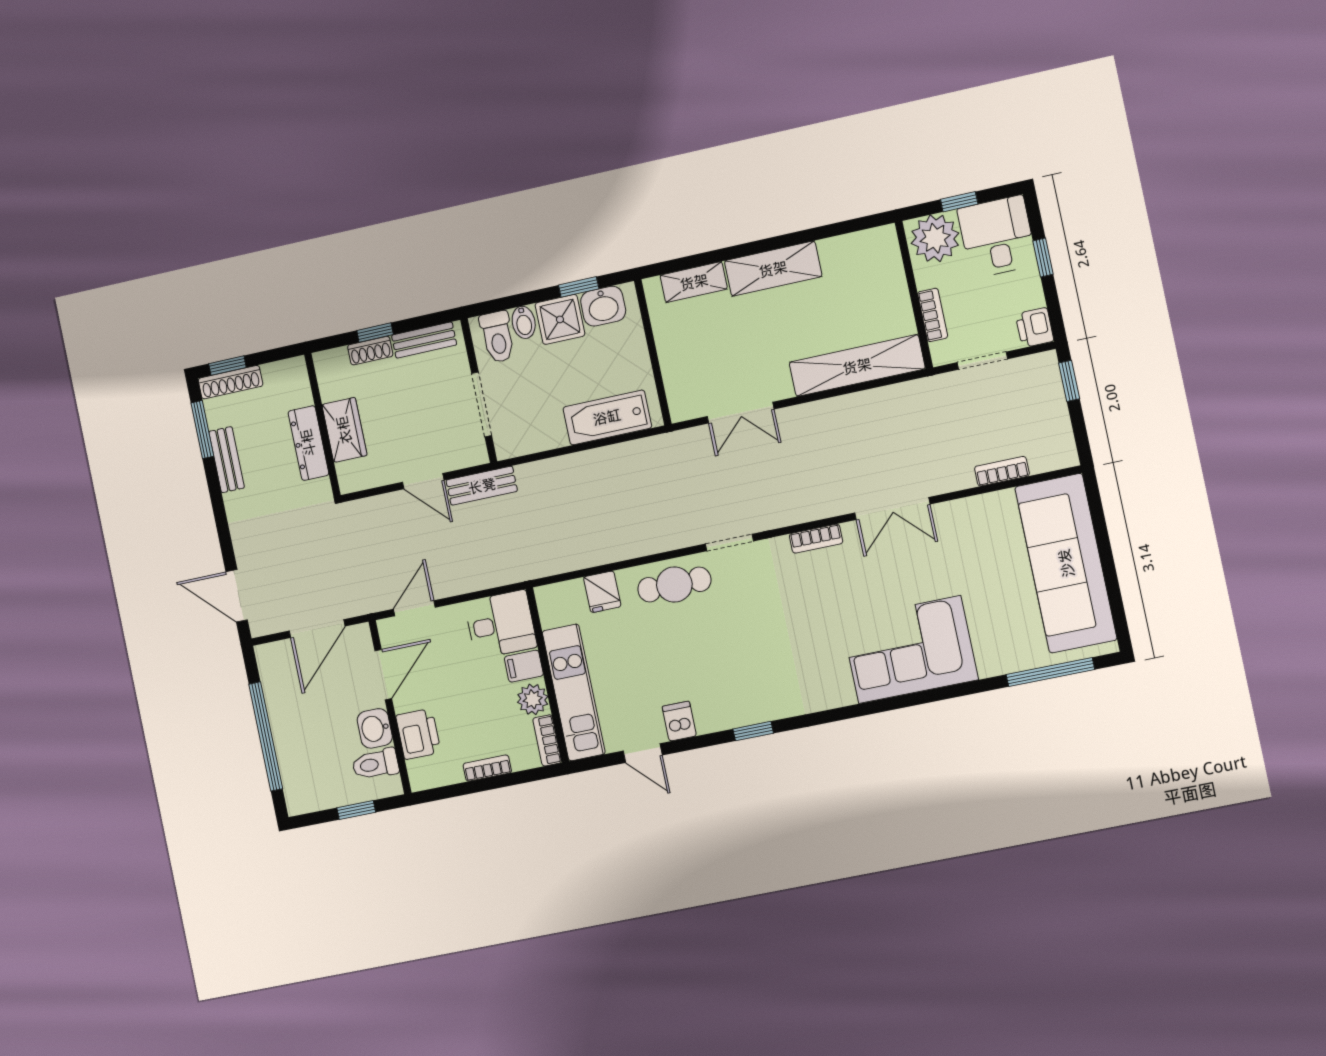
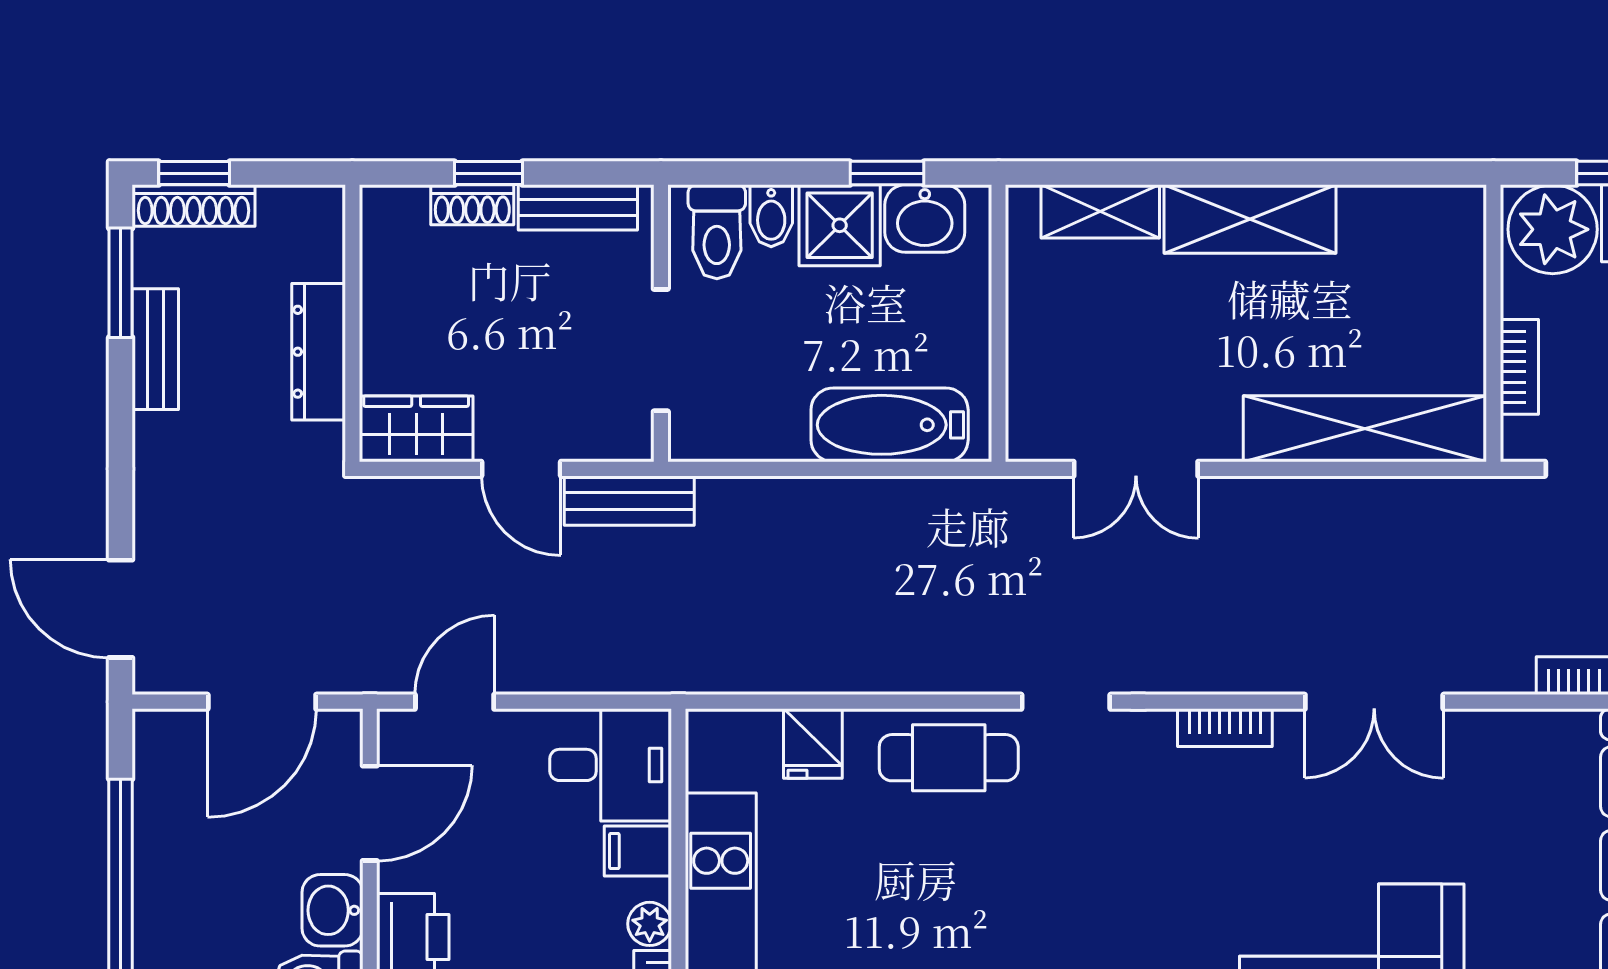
wardrobe: (344, 430) -> (416, 429), moved, turned -90
plant: (533, 699) -> (650, 924), width x0.73, depth x0.73

